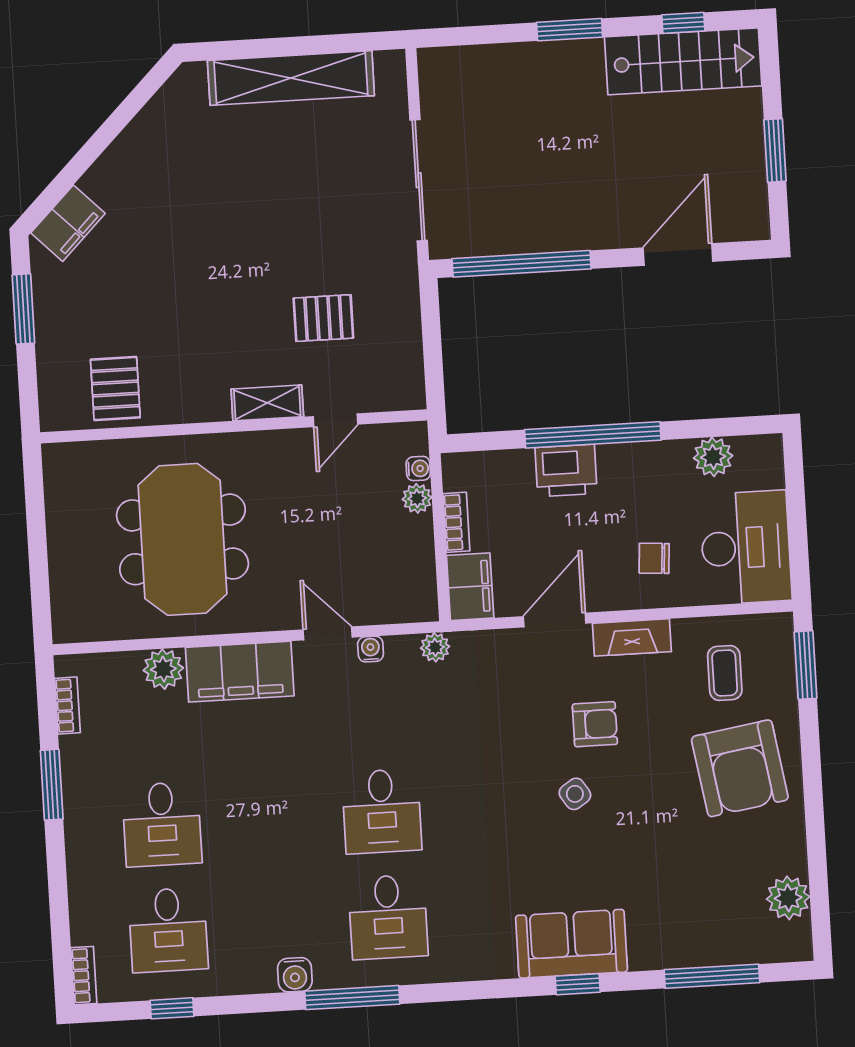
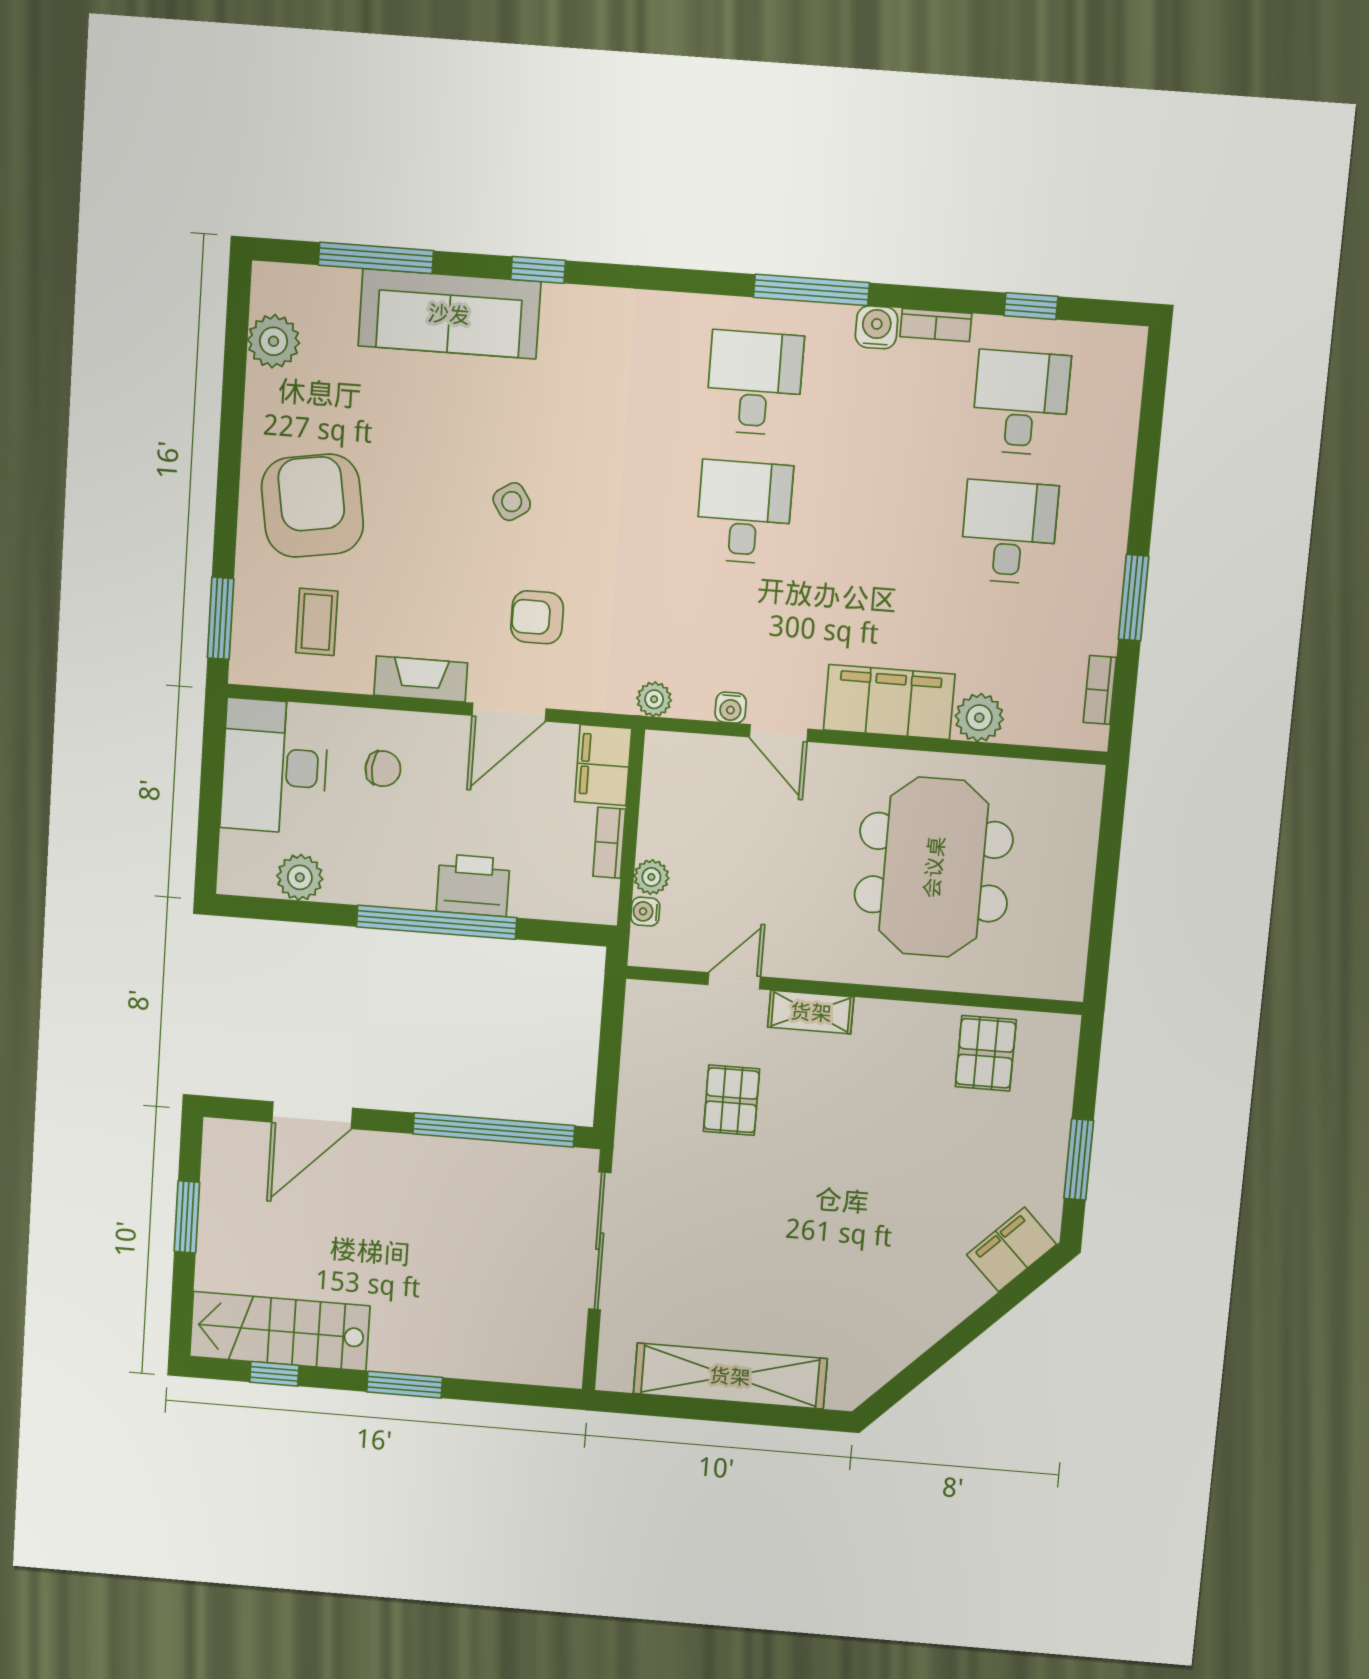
pallet: (323, 318) -> (731, 1100), turned 90
armchair: (595, 724) -> (537, 617), moved
sofa: (571, 944) -> (449, 314), moved, width x1.36
bookcase: (84, 976) -> (936, 325), moved, turned -90

